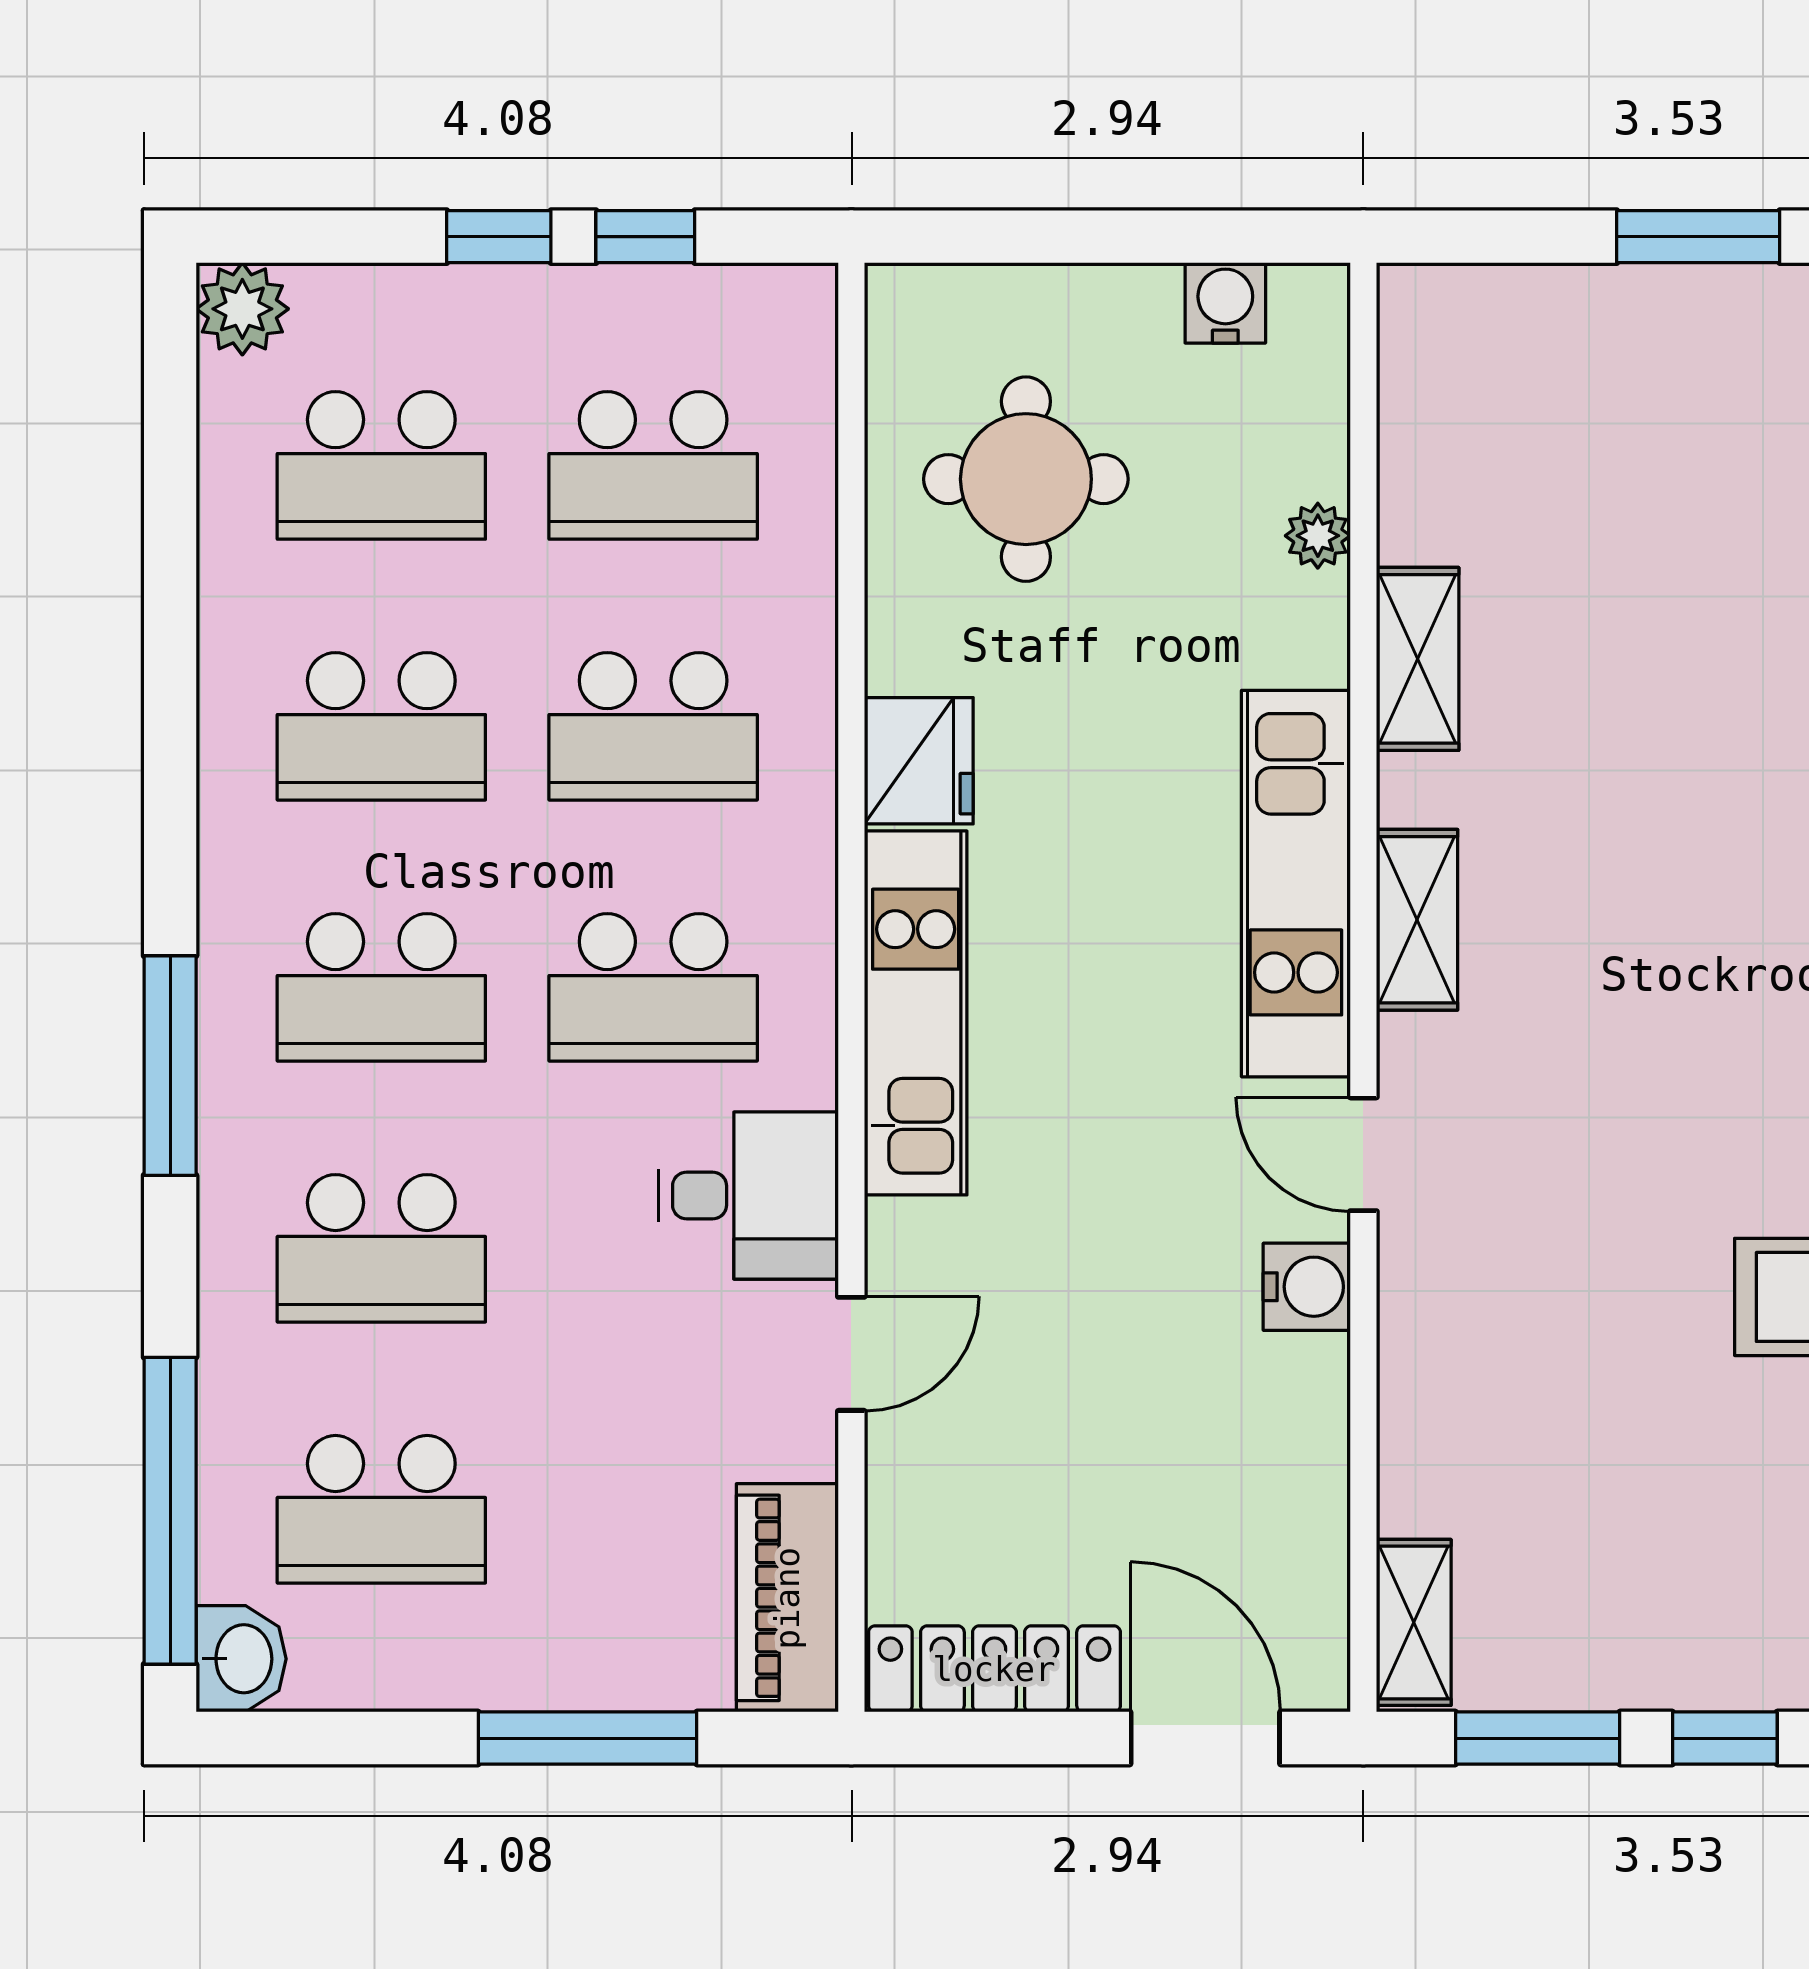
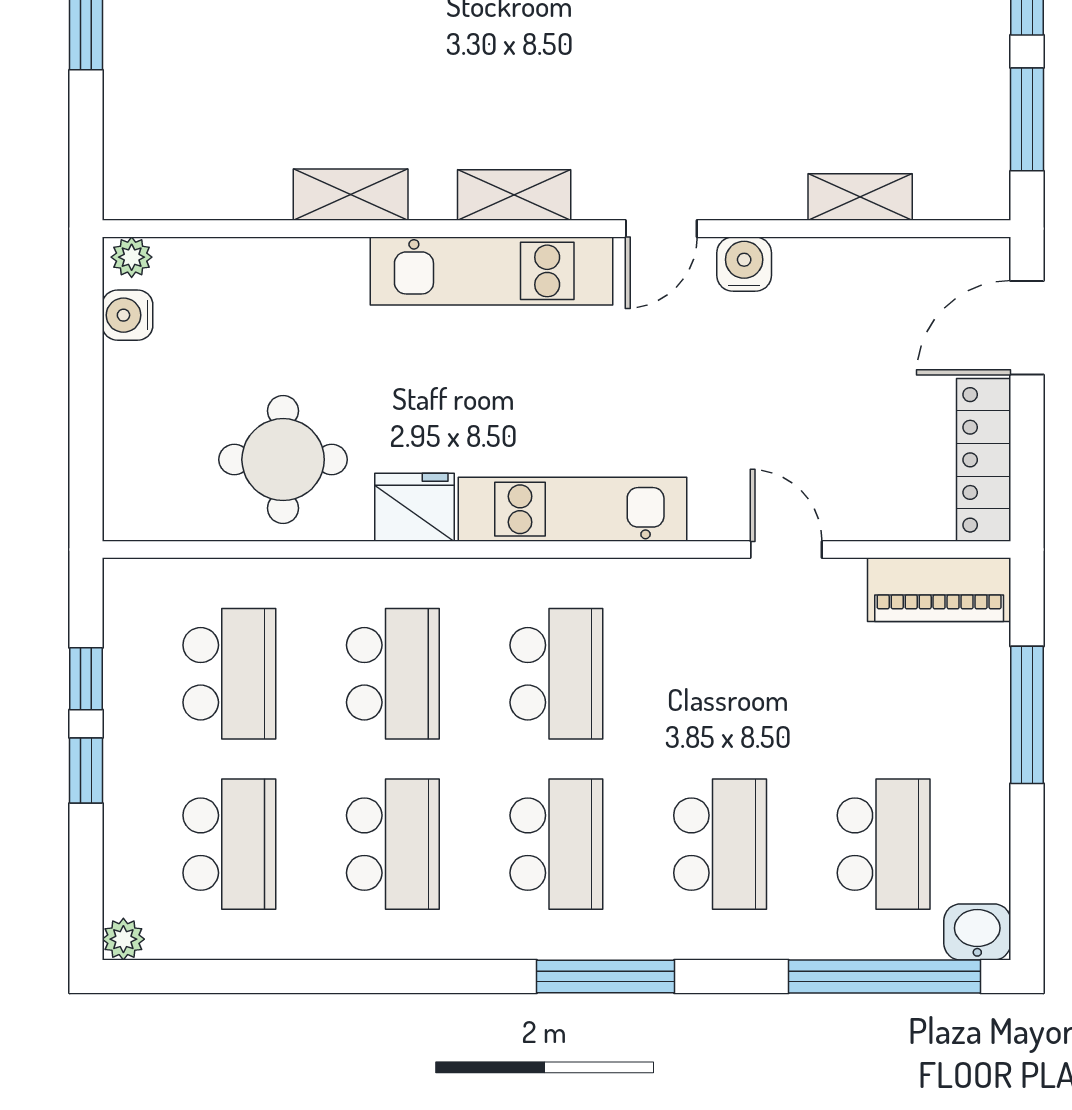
plant: (242, 309) -> (123, 939), width x0.73, depth x0.73
round table: (1026, 479) -> (283, 460), moved
plant: (1318, 536) -> (132, 257), moved
desk: (748, 1195) -> (687, 614), removed
shelving: (1414, 1622) -> (860, 197), moved

